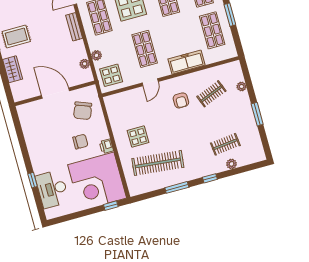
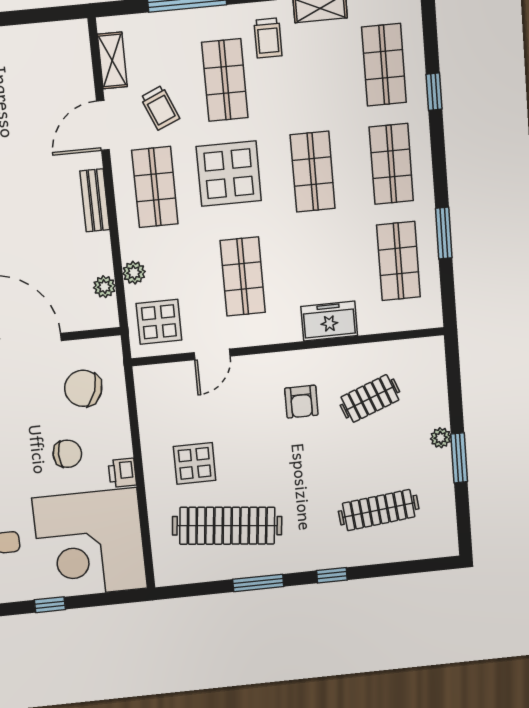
freezer: (187, 62) -> (329, 321), width x0.71
door: (150, 82) -> (212, 354), moved
plant: (242, 87) -> (441, 438), moved
chair: (83, 111) -> (83, 388), turned 88
clothes rail: (225, 144) -> (379, 510), width x1.36
plant: (231, 164) -> (383, 553), removed
window: (111, 206) -> (50, 605), moved

